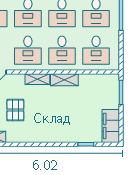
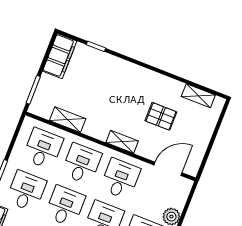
shelving: (64, 80) -> (68, 120), moved
pallet: (15, 110) -> (161, 116), turned 90

